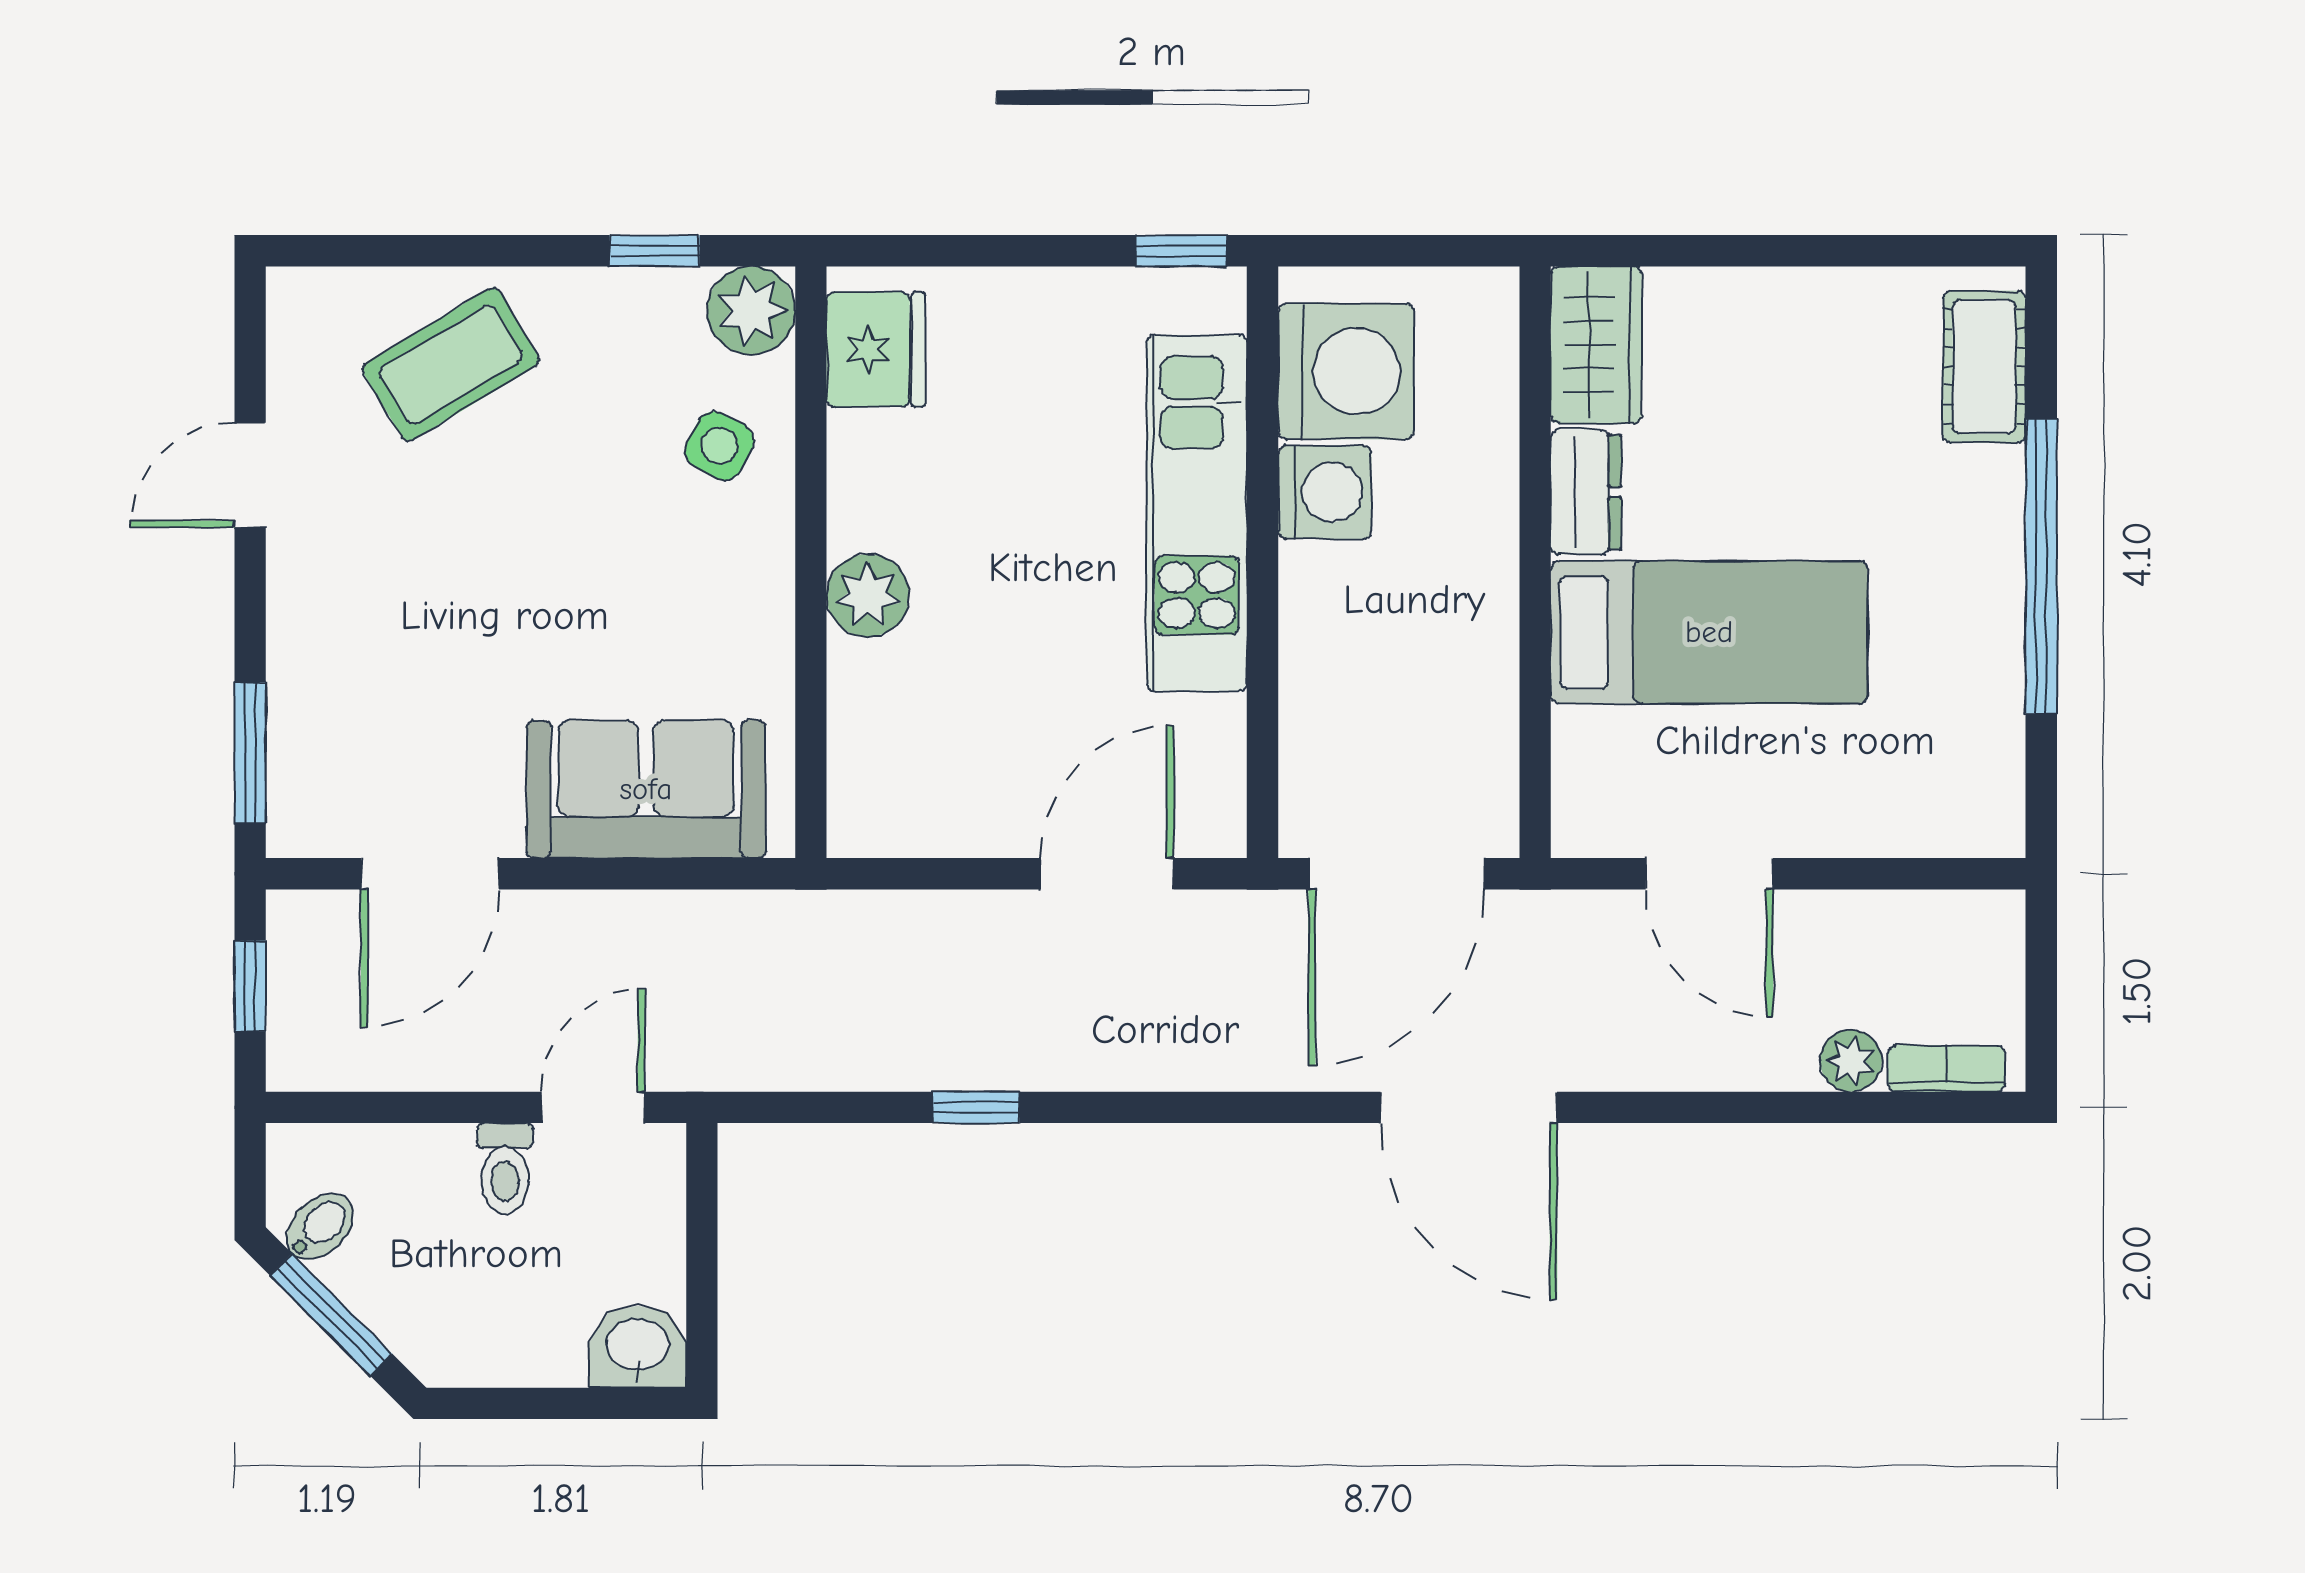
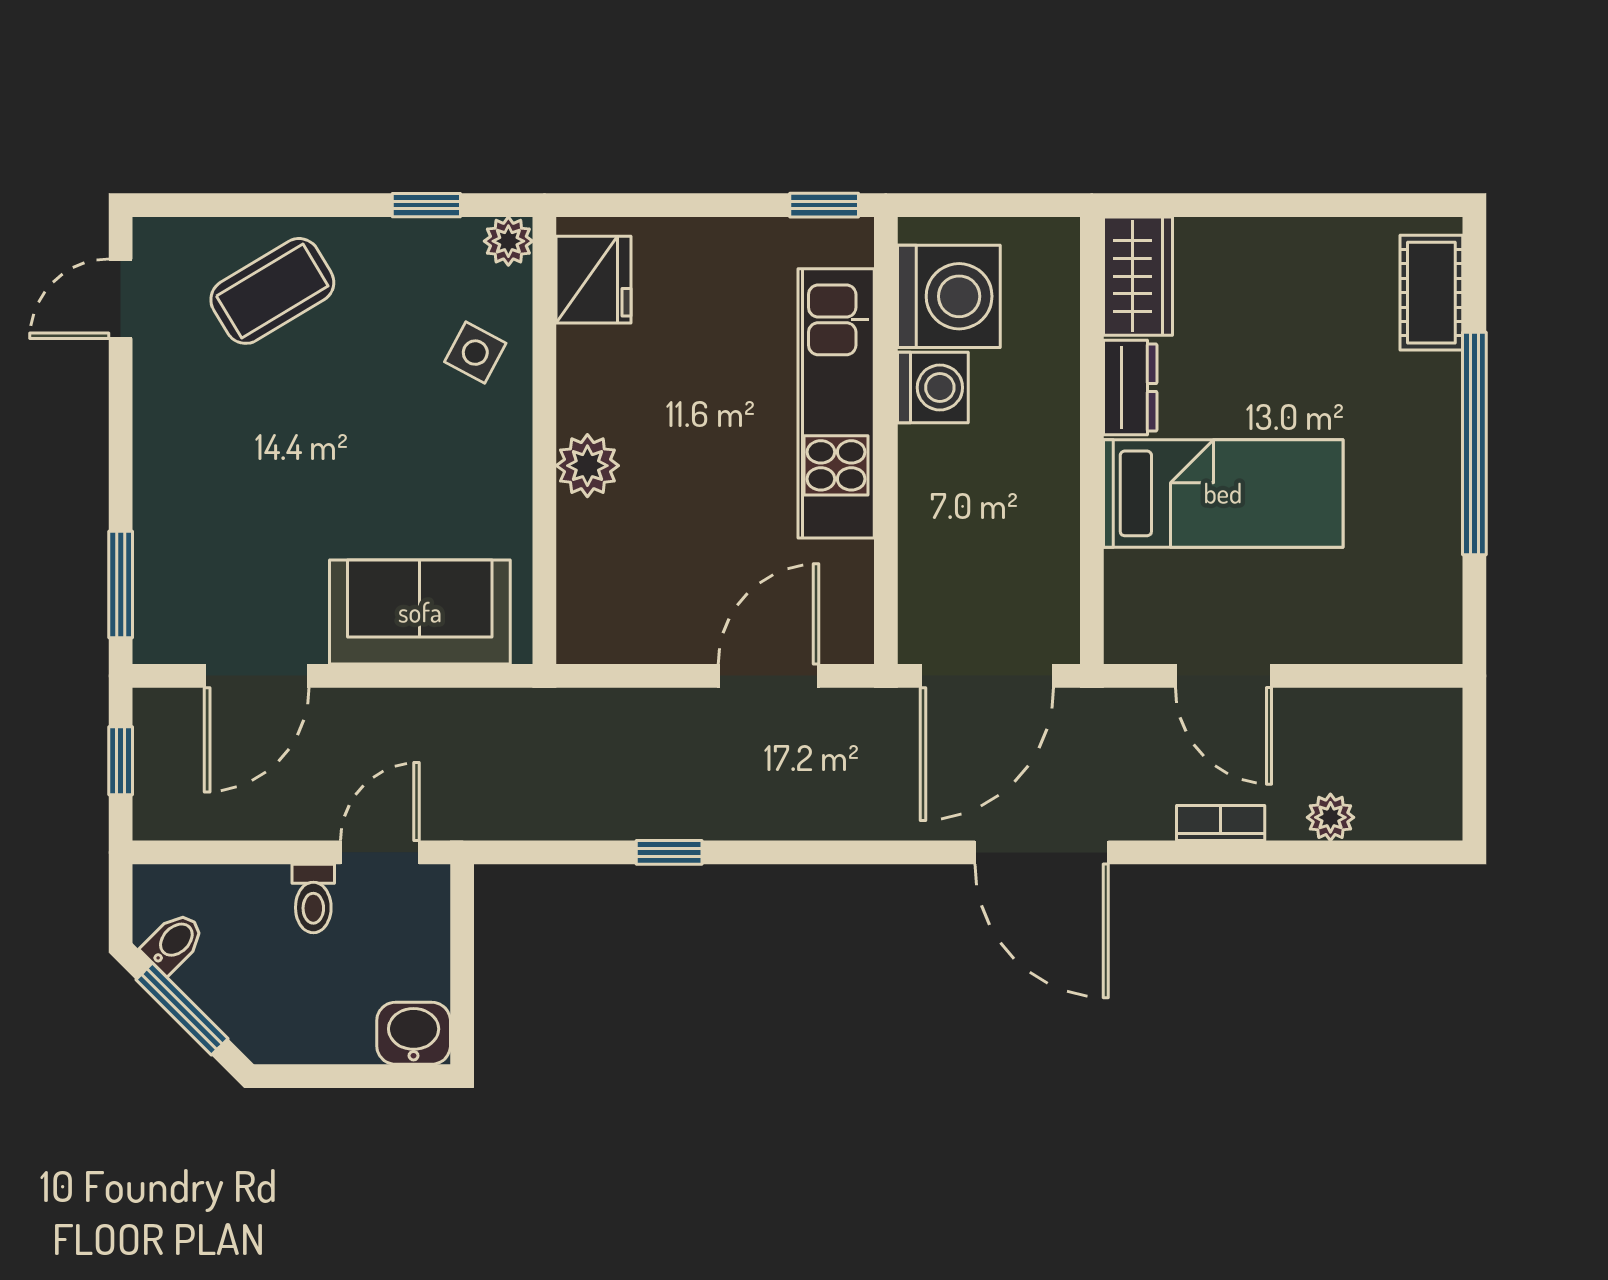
plant: (751, 310) -> (508, 241), width x0.73, depth x0.73
door: (250, 475) -> (121, 299), moved
bookcase: (1946, 1068) -> (1221, 823), moved

